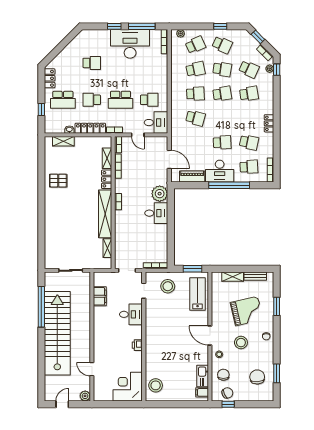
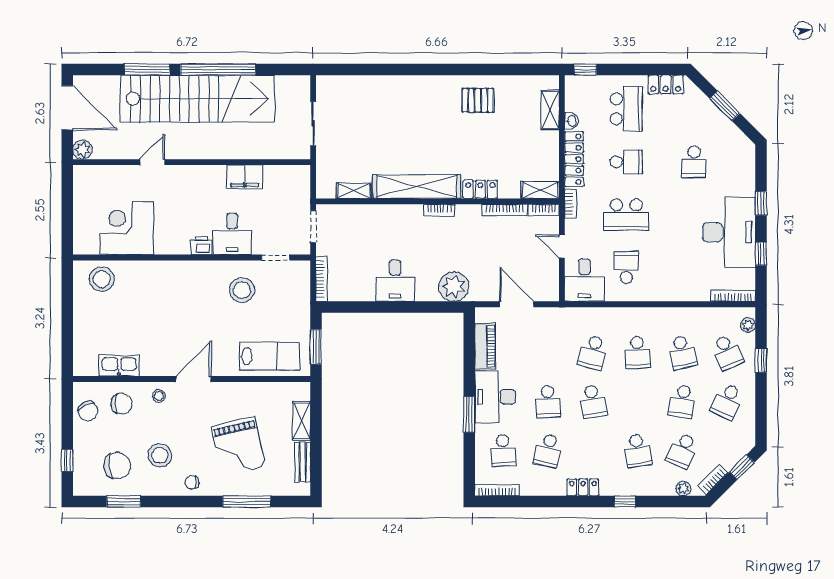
window: (142, 26) -> (761, 254), width x0.46
window: (220, 26) -> (761, 360), moved
window: (61, 46) -> (725, 106), added
window: (277, 70) -> (625, 502), moved
school desk: (222, 94) -> (593, 401), moved
school desk: (63, 100) -> (626, 109), turned 180
school desk: (92, 100) -> (626, 162), turned 90
school desk: (120, 100) -> (626, 215), turned -90
school desk: (149, 100) -> (626, 268), turned 180
window: (41, 109) -> (585, 70), moved
door: (138, 135) -> (562, 246), hinge flipped
shelving: (107, 158) -> (540, 190), moved
door: (169, 159) -> (517, 304), swing flipped
pallet: (58, 181) -> (478, 100), turned 90
window: (229, 185) -> (469, 414), width x0.47
desk: (156, 213) -> (395, 281), moved
stool: (168, 286) -> (242, 290), moved
filing cabinet: (100, 296) -> (245, 177), moved
window: (277, 306) -> (247, 502), width x1.44
window: (41, 307) -> (218, 70), moved
stool: (241, 343) -> (160, 455), moved
printer: (137, 345) -> (201, 246), moved
window: (41, 361) -> (147, 70), added
door: (92, 369) -> (152, 162), moved
corner desk: (128, 387) -> (127, 228), moved, turned -90
filing cabinet: (202, 392) -> (89, 365), removed
door: (62, 404) -> (67, 108), width x1.88
window: (228, 404) -> (67, 460), moved

